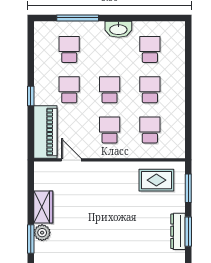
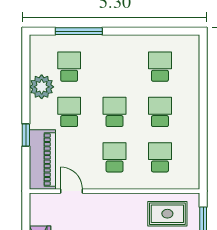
washbasin: (118, 29) -> (124, 44), removed
plant: (45, 67) -> (42, 87), added
window: (31, 96) -> (26, 135), moved

